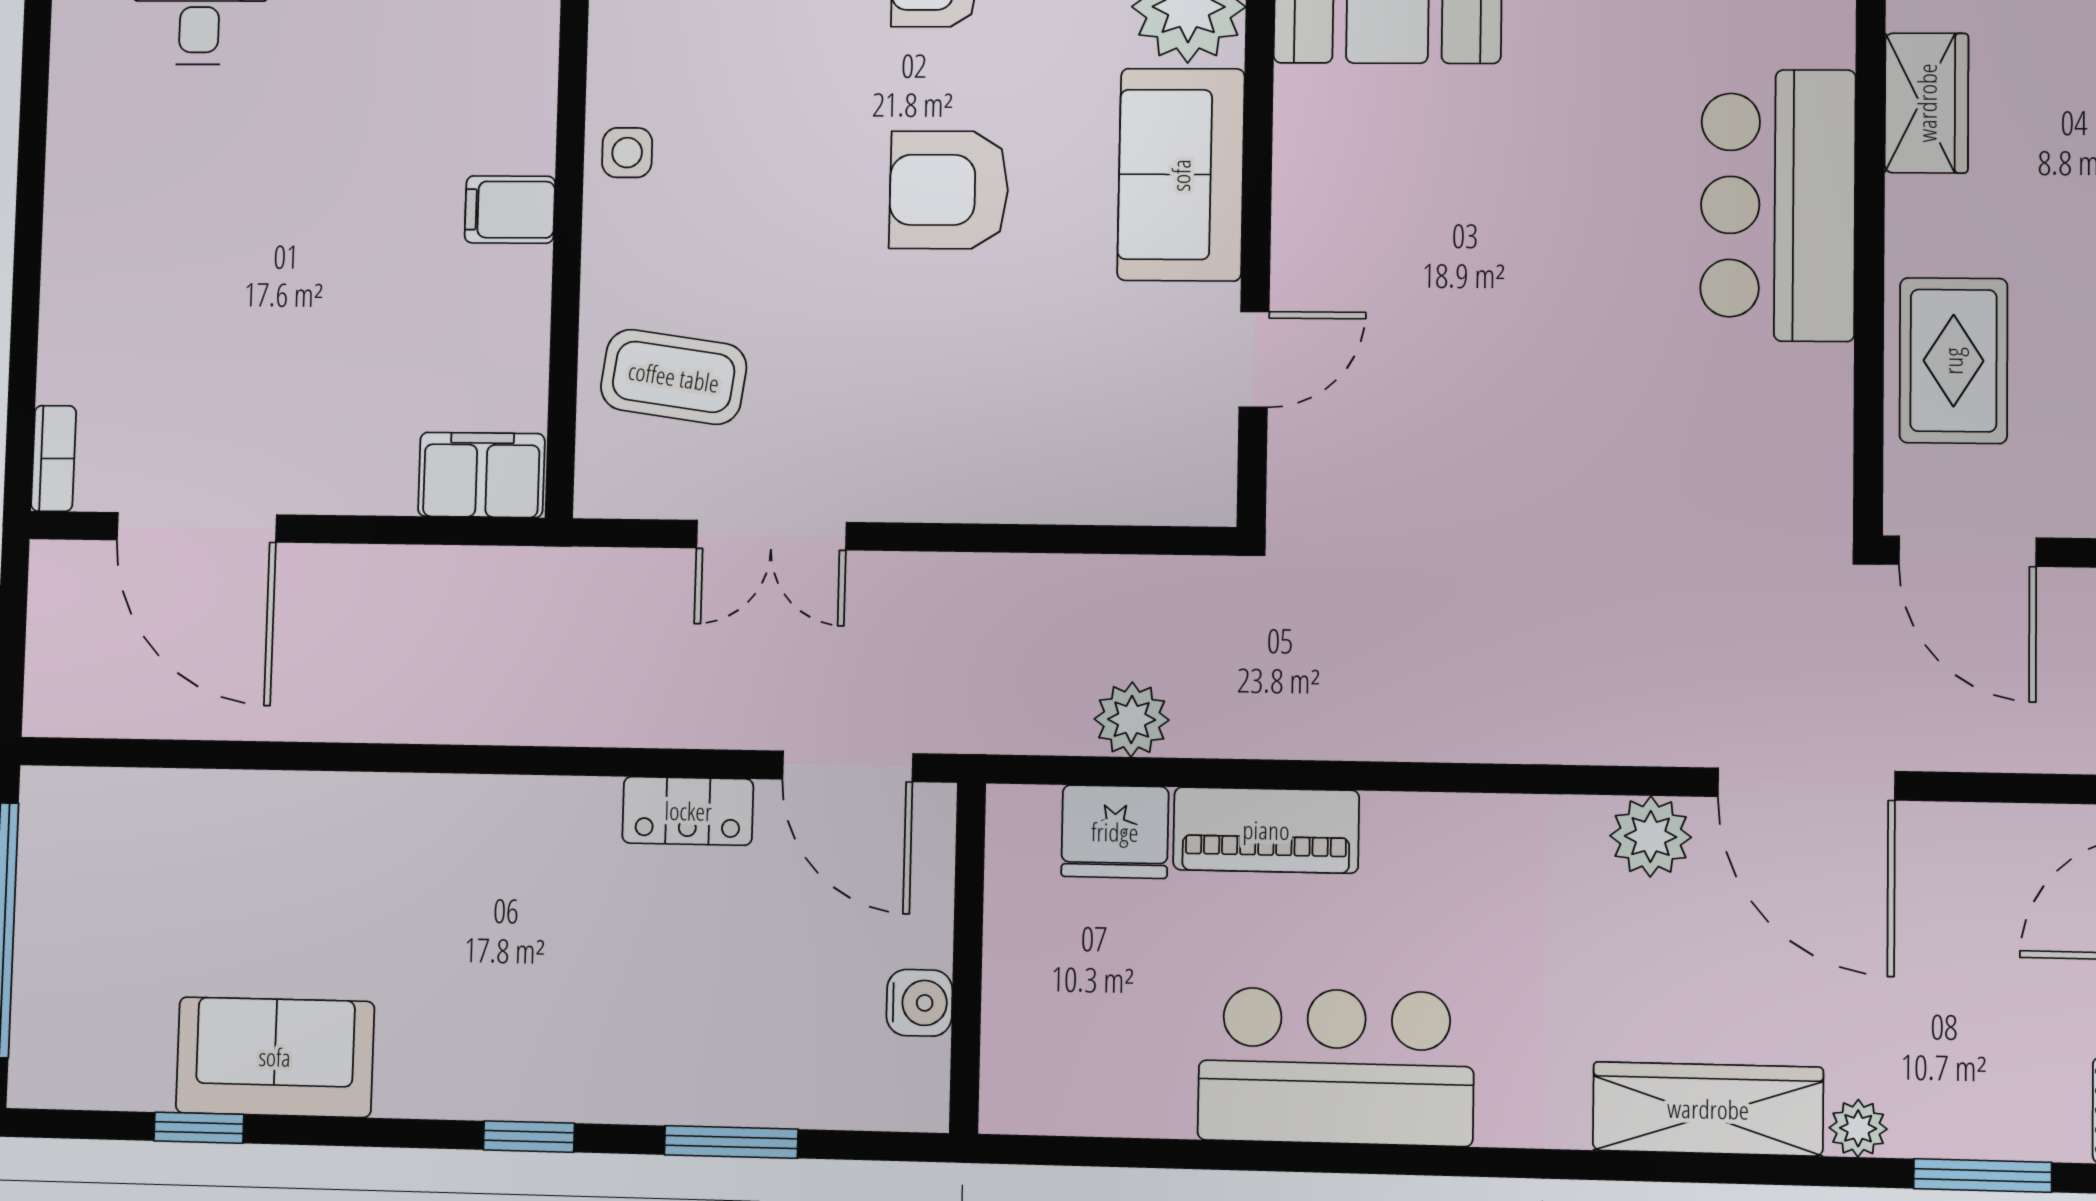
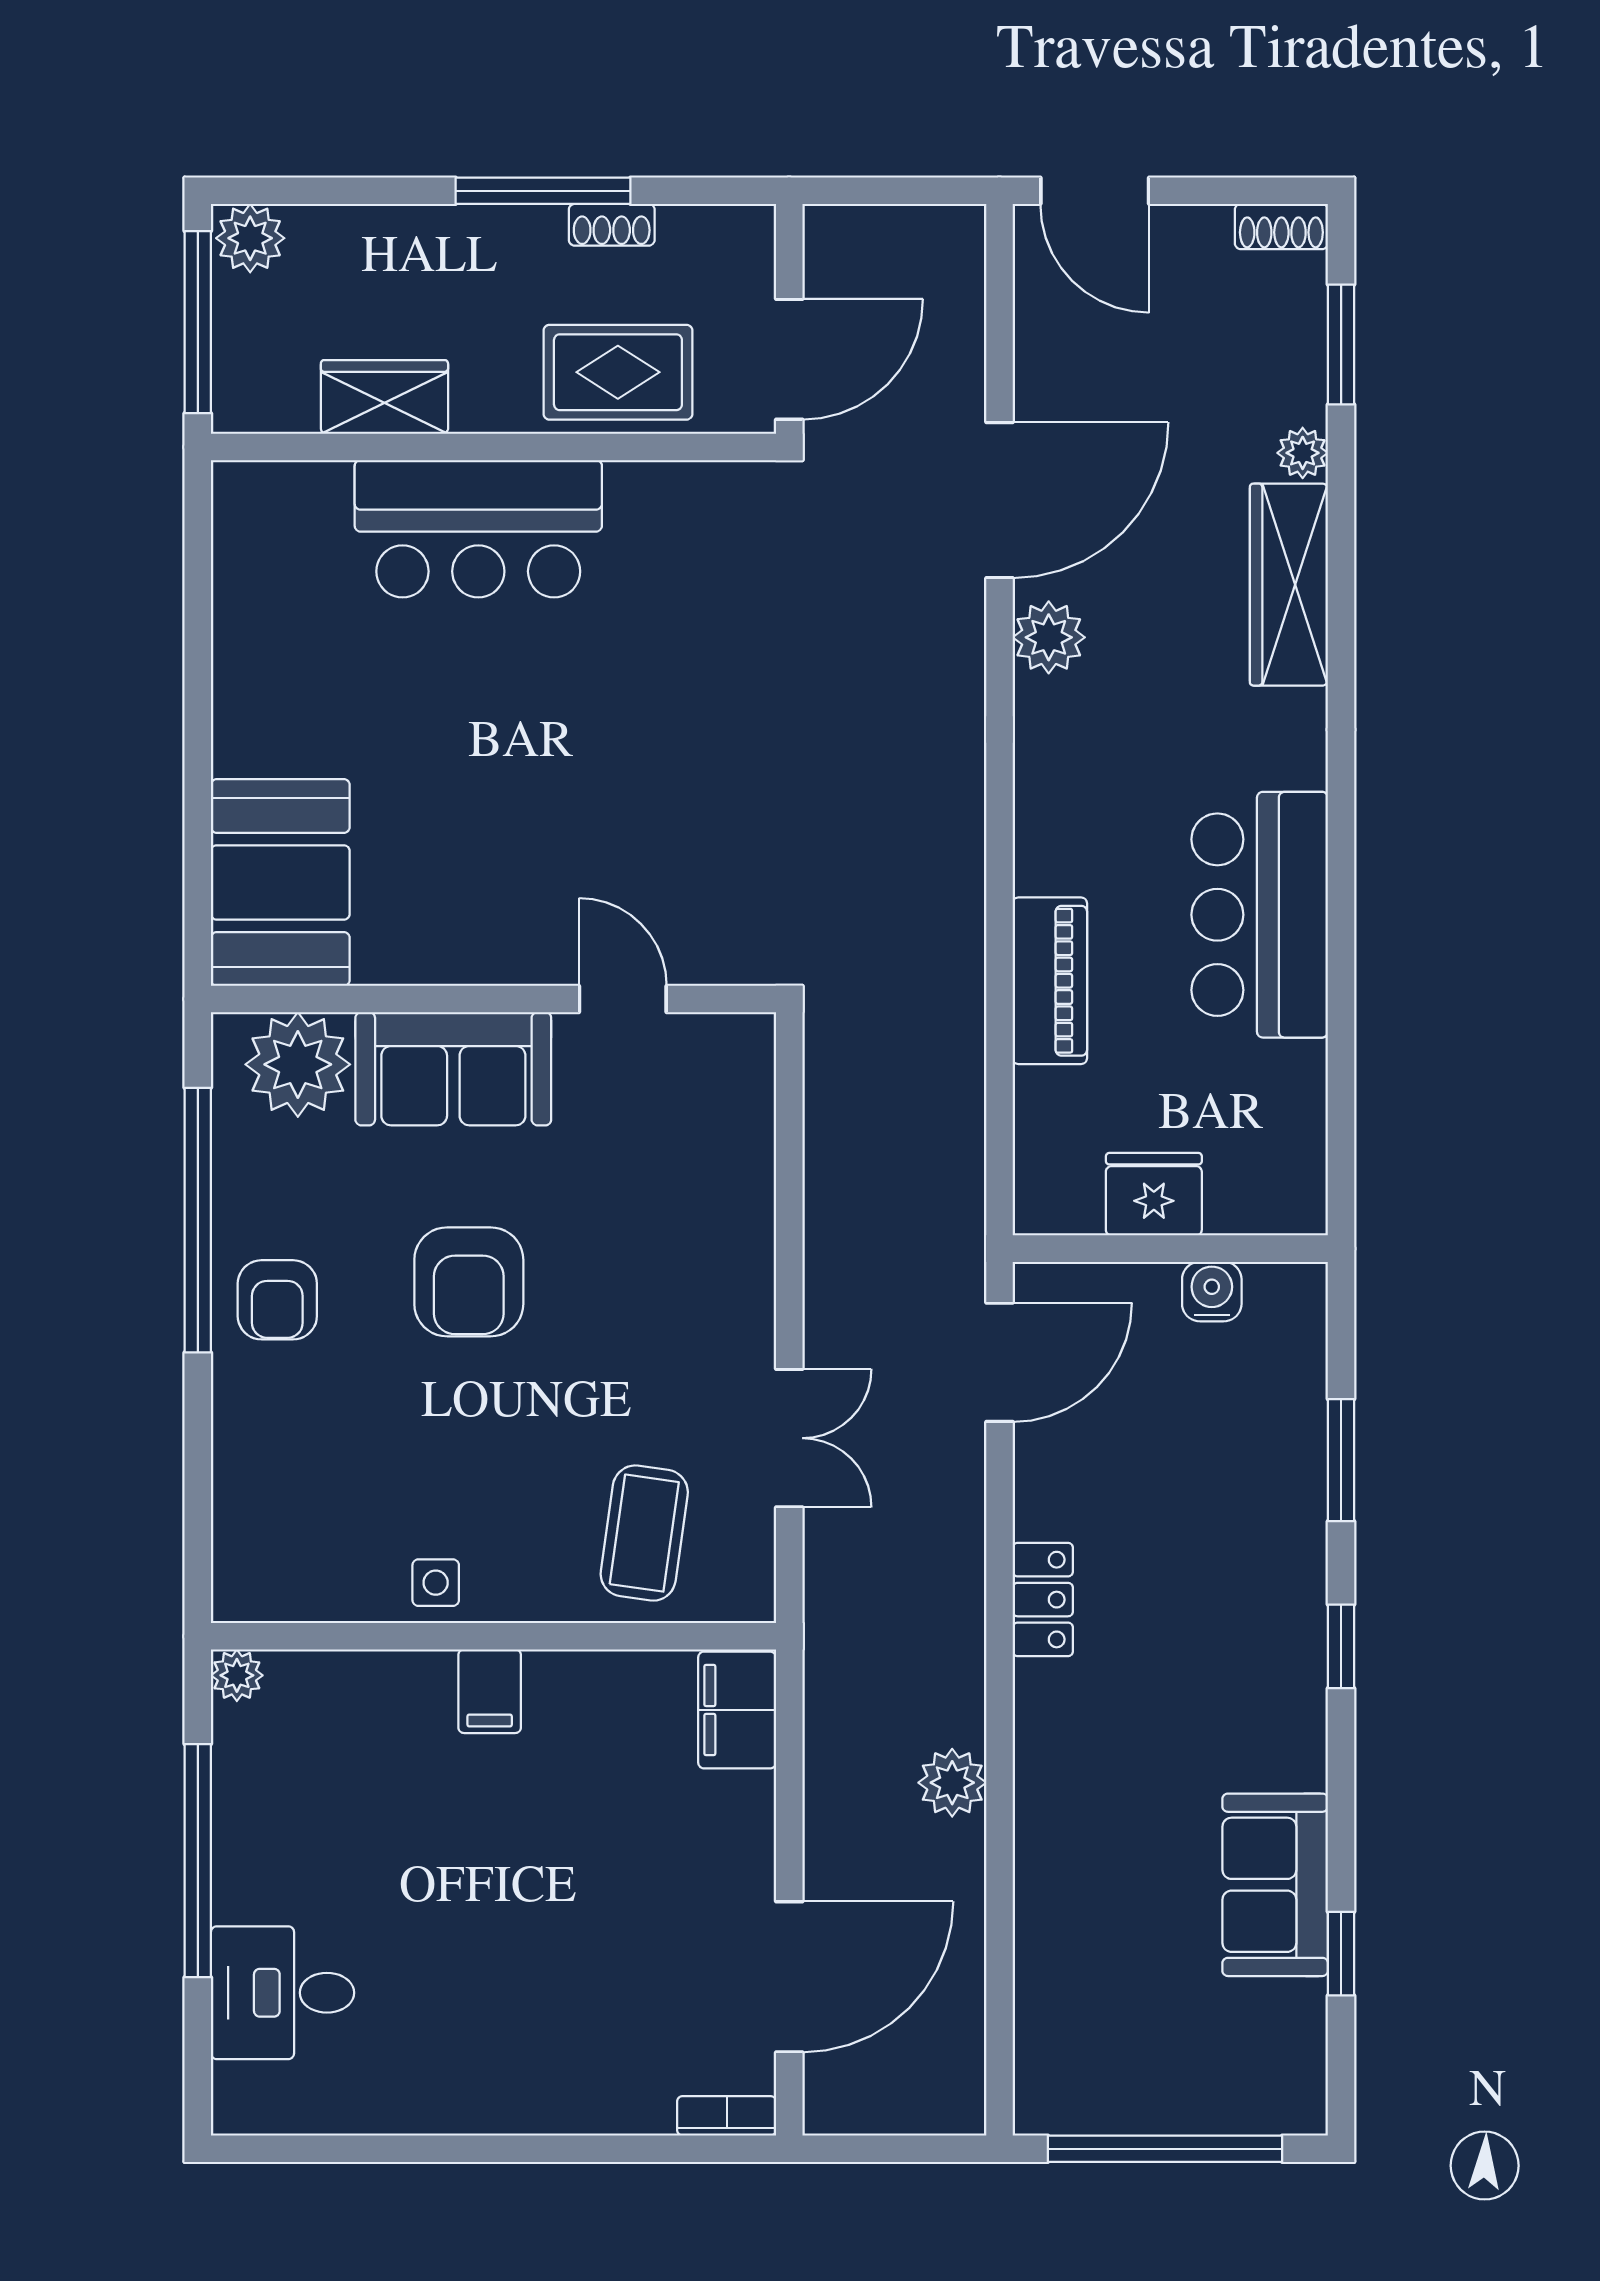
plant: (1132, 719) -> (952, 1783), moved
locker: (688, 811) -> (1043, 1600), moved
fridge: (1115, 832) -> (1154, 1194), moved, turned -90

